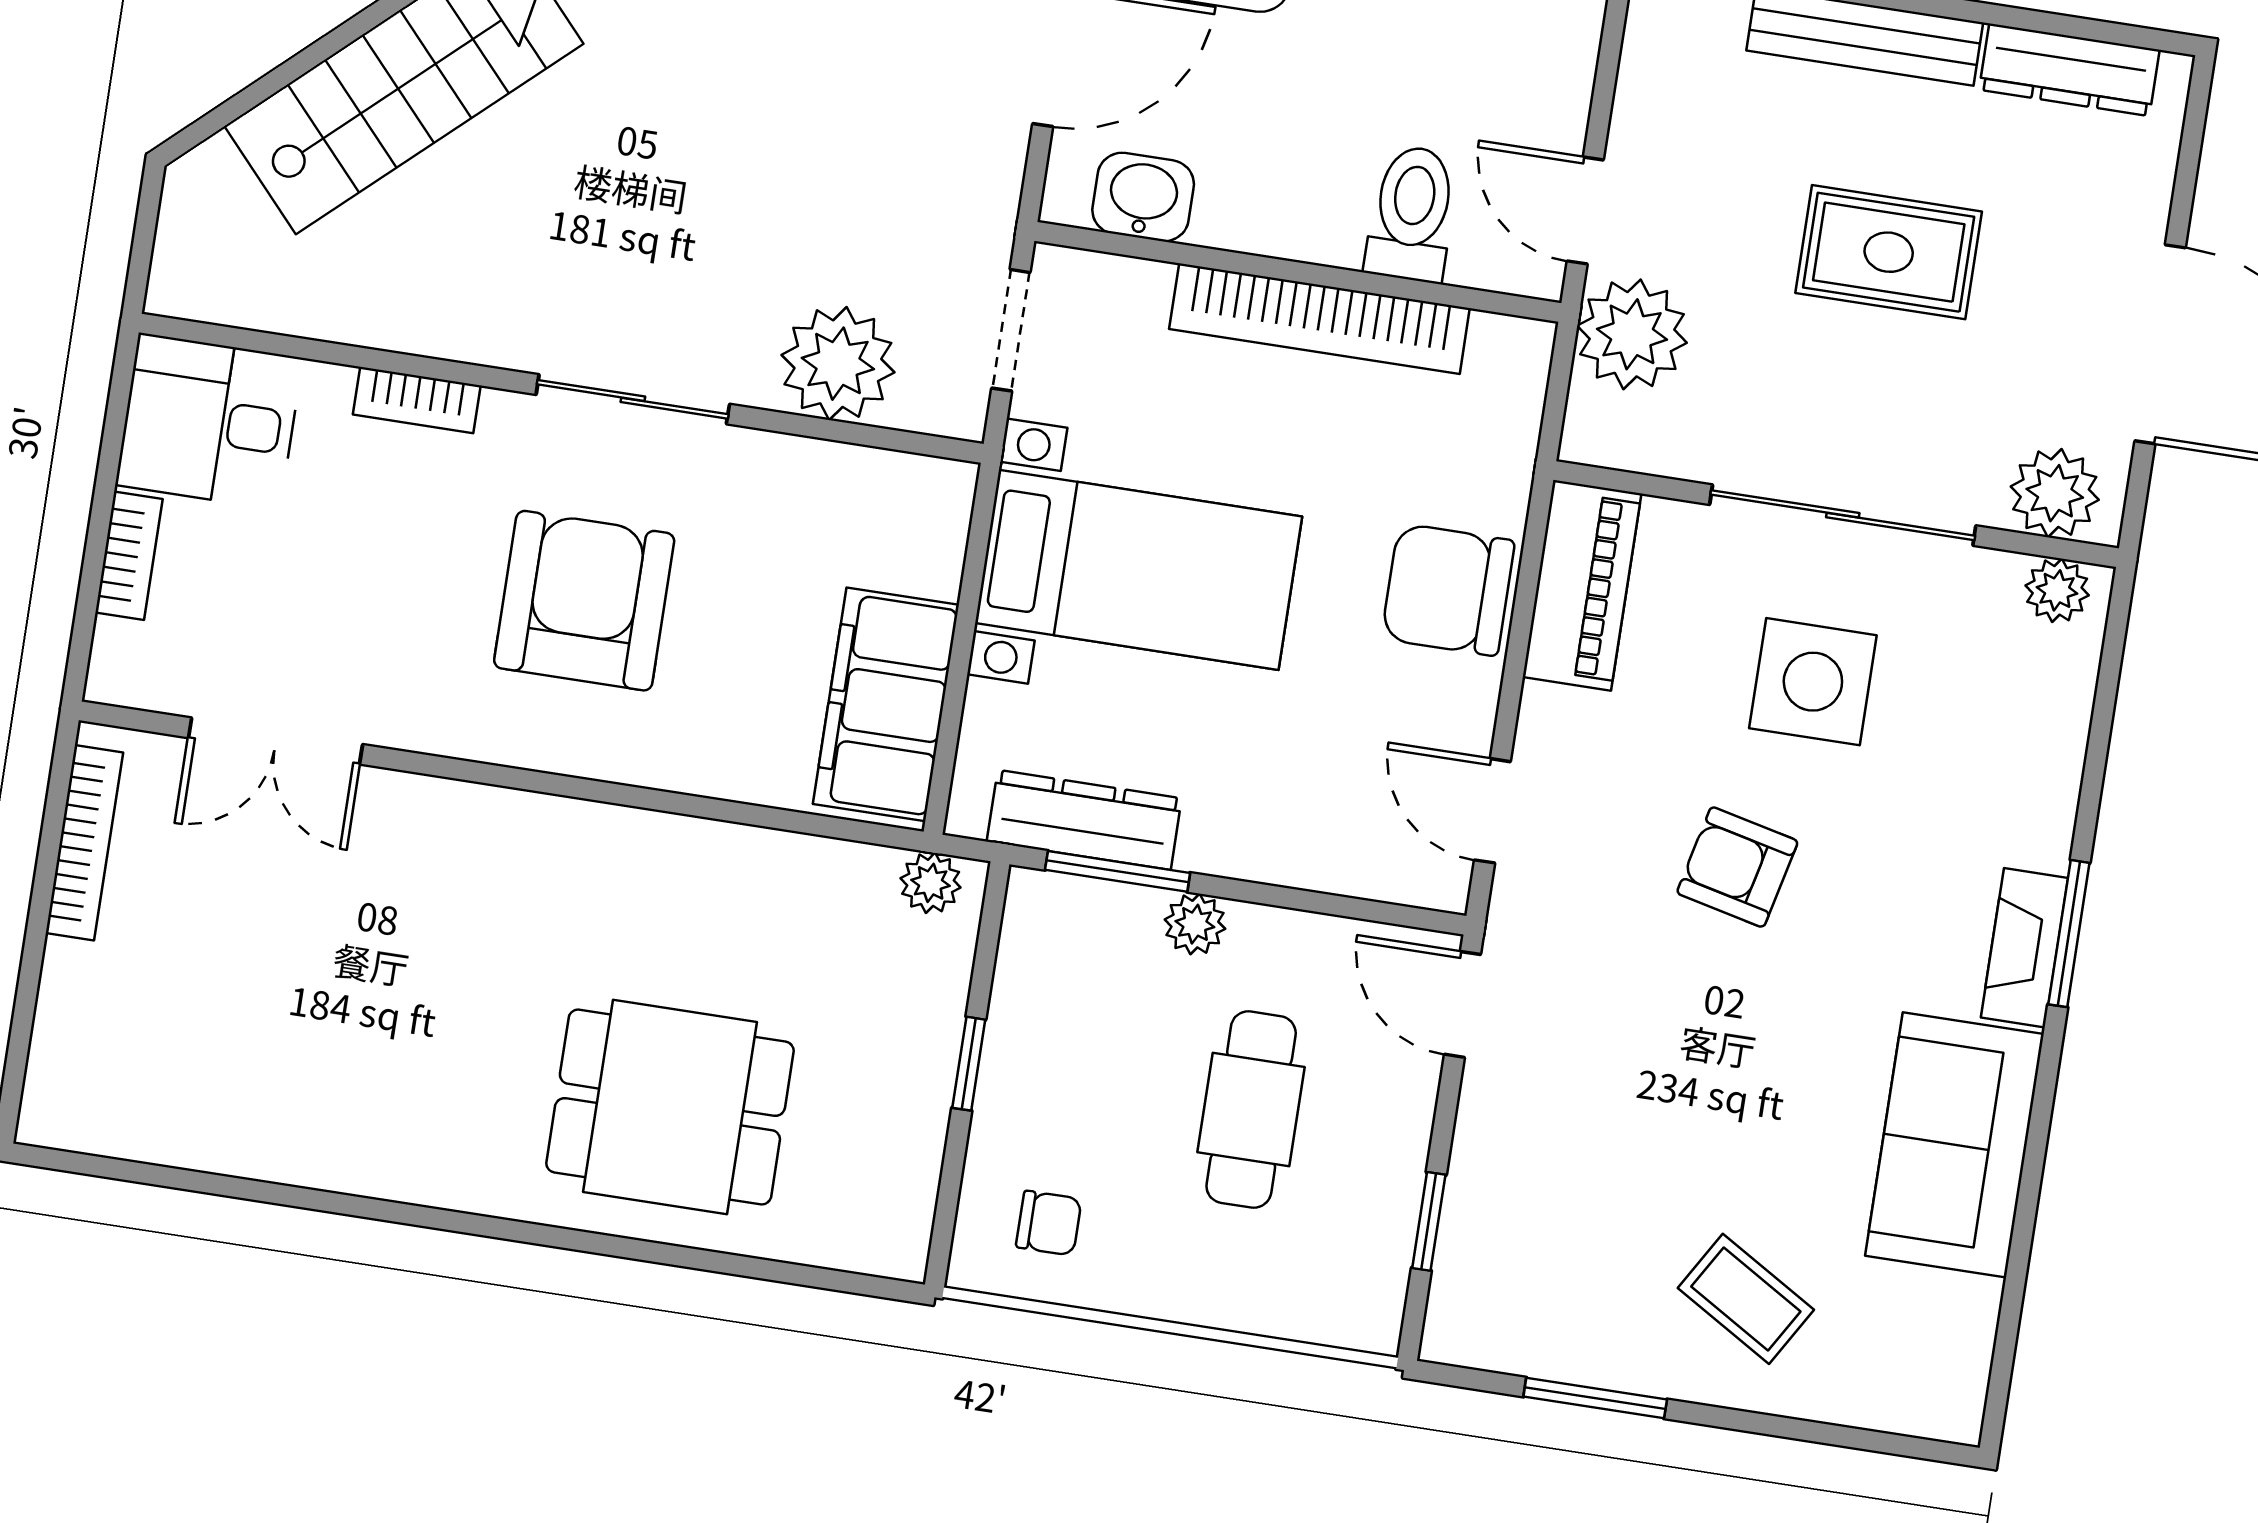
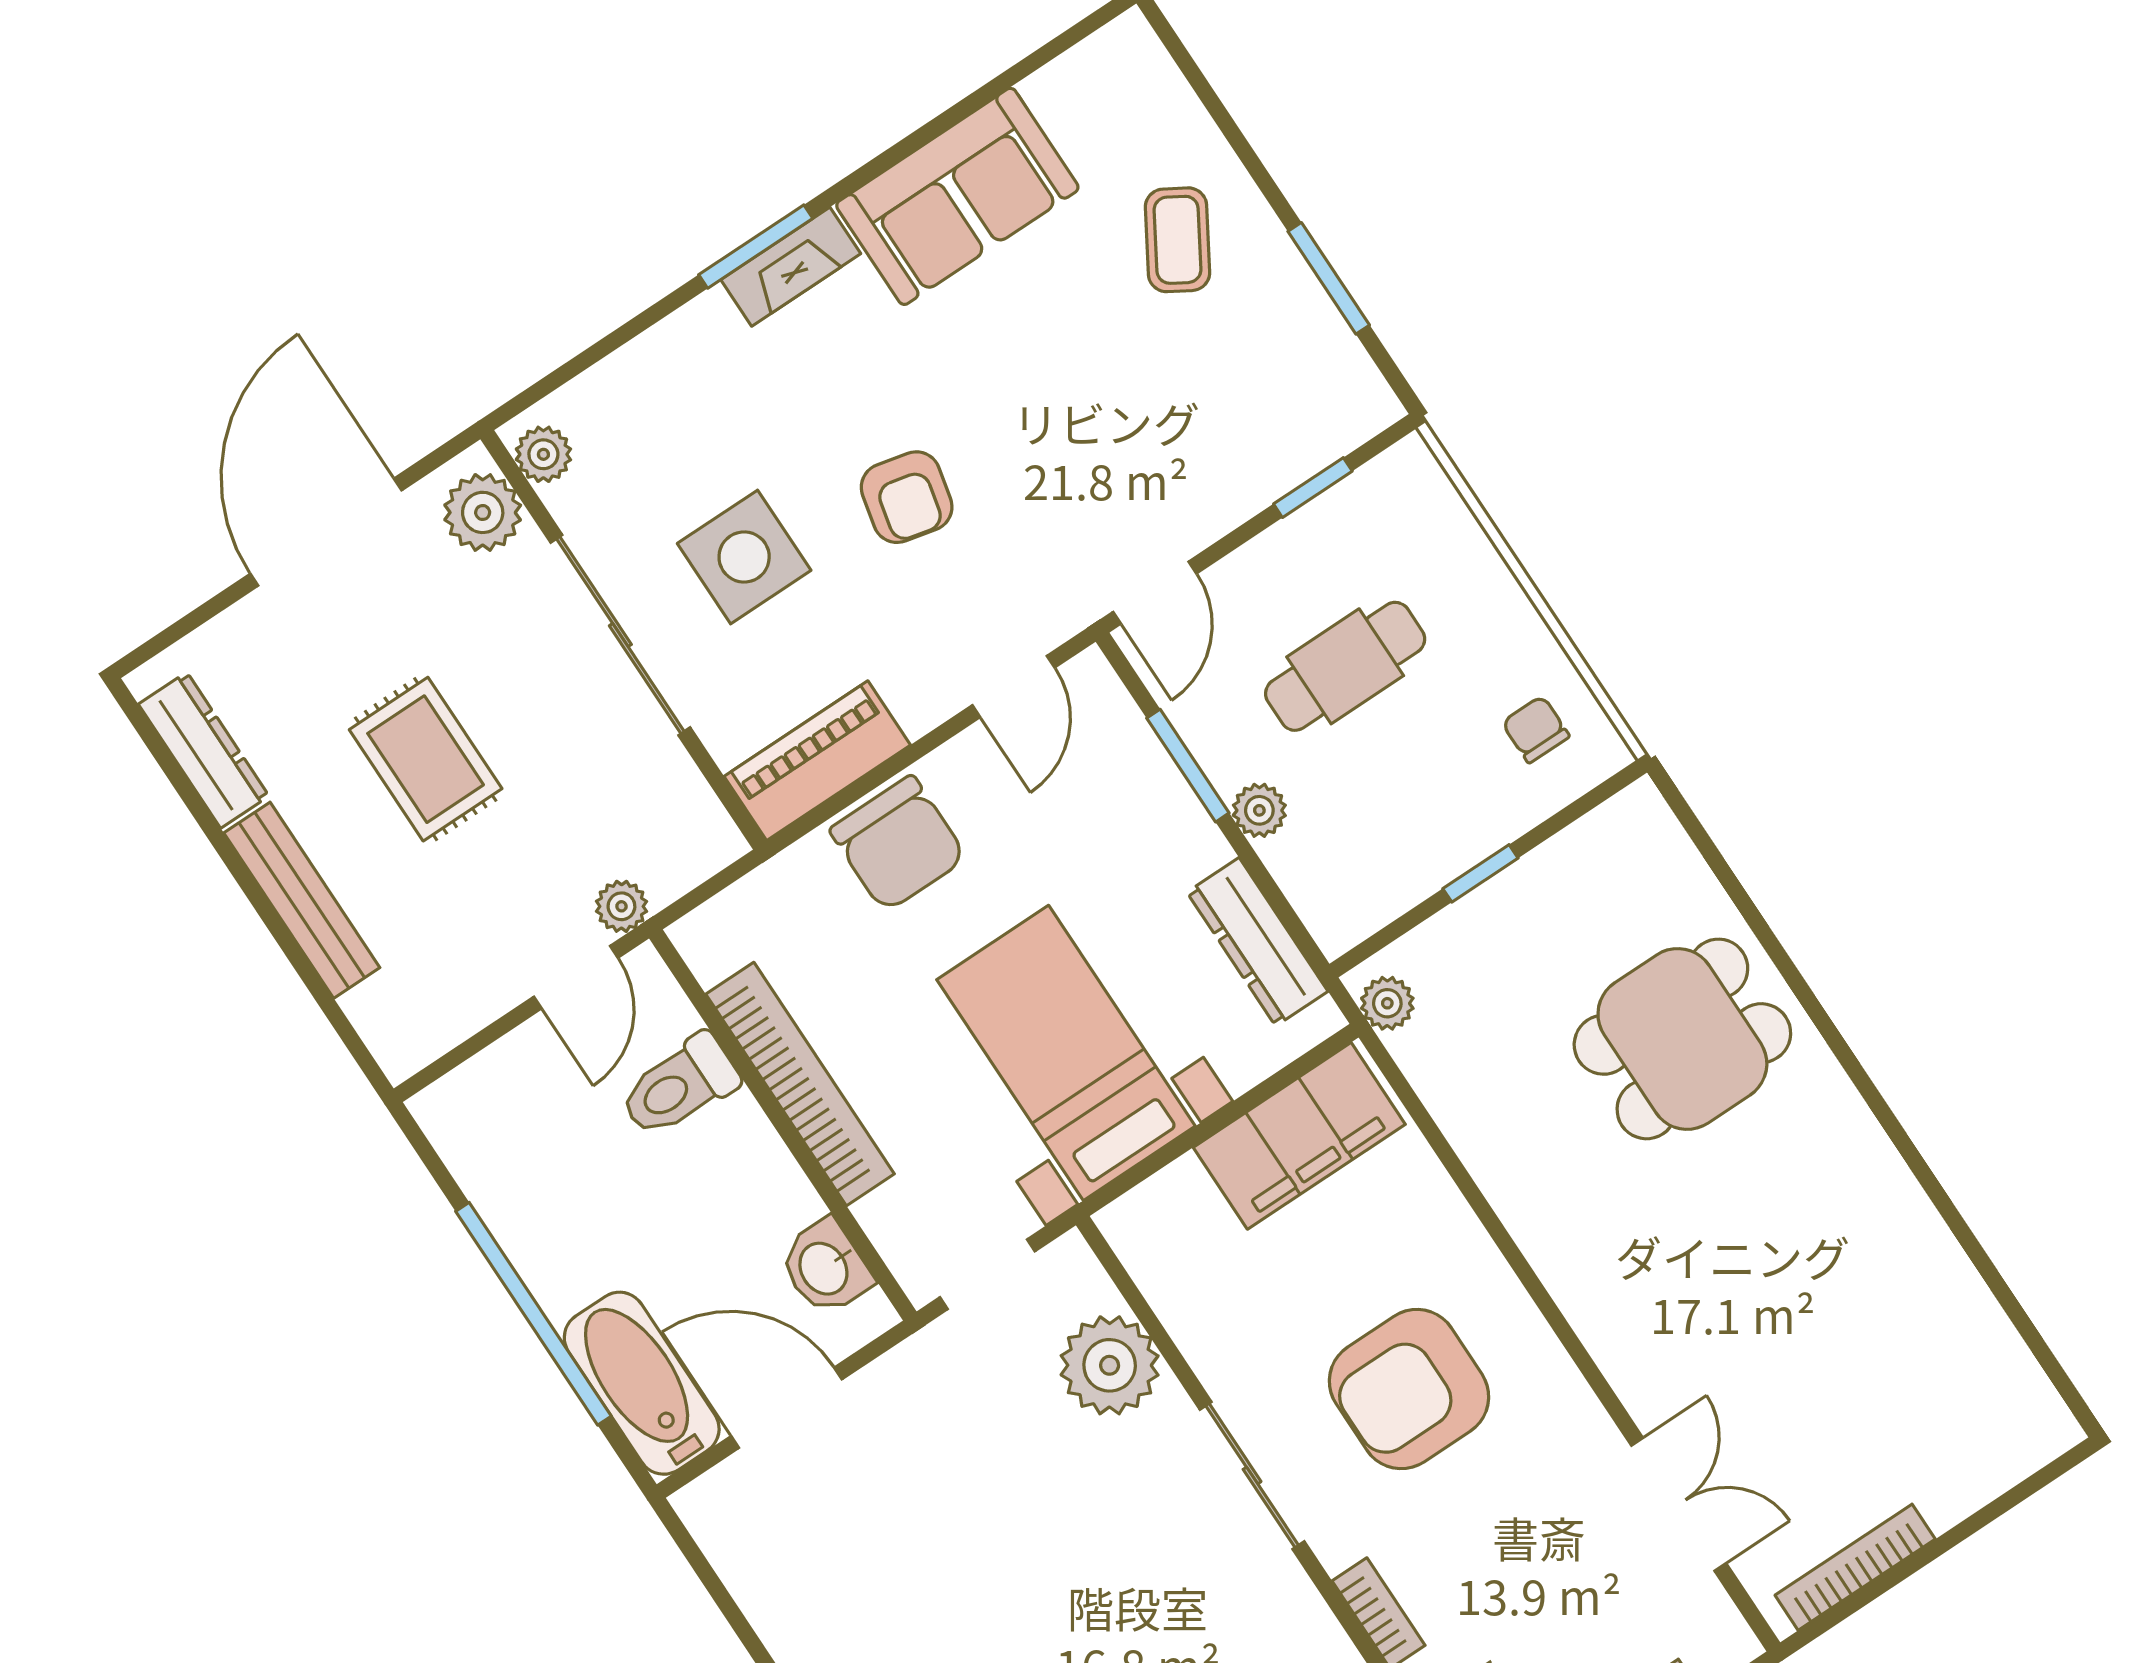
plant: (1632, 334) -> (621, 906), width x0.53, depth x0.53
window: (1118, 871) -> (1188, 766), moved
dining table: (670, 1107) -> (1682, 1039), turned 90

